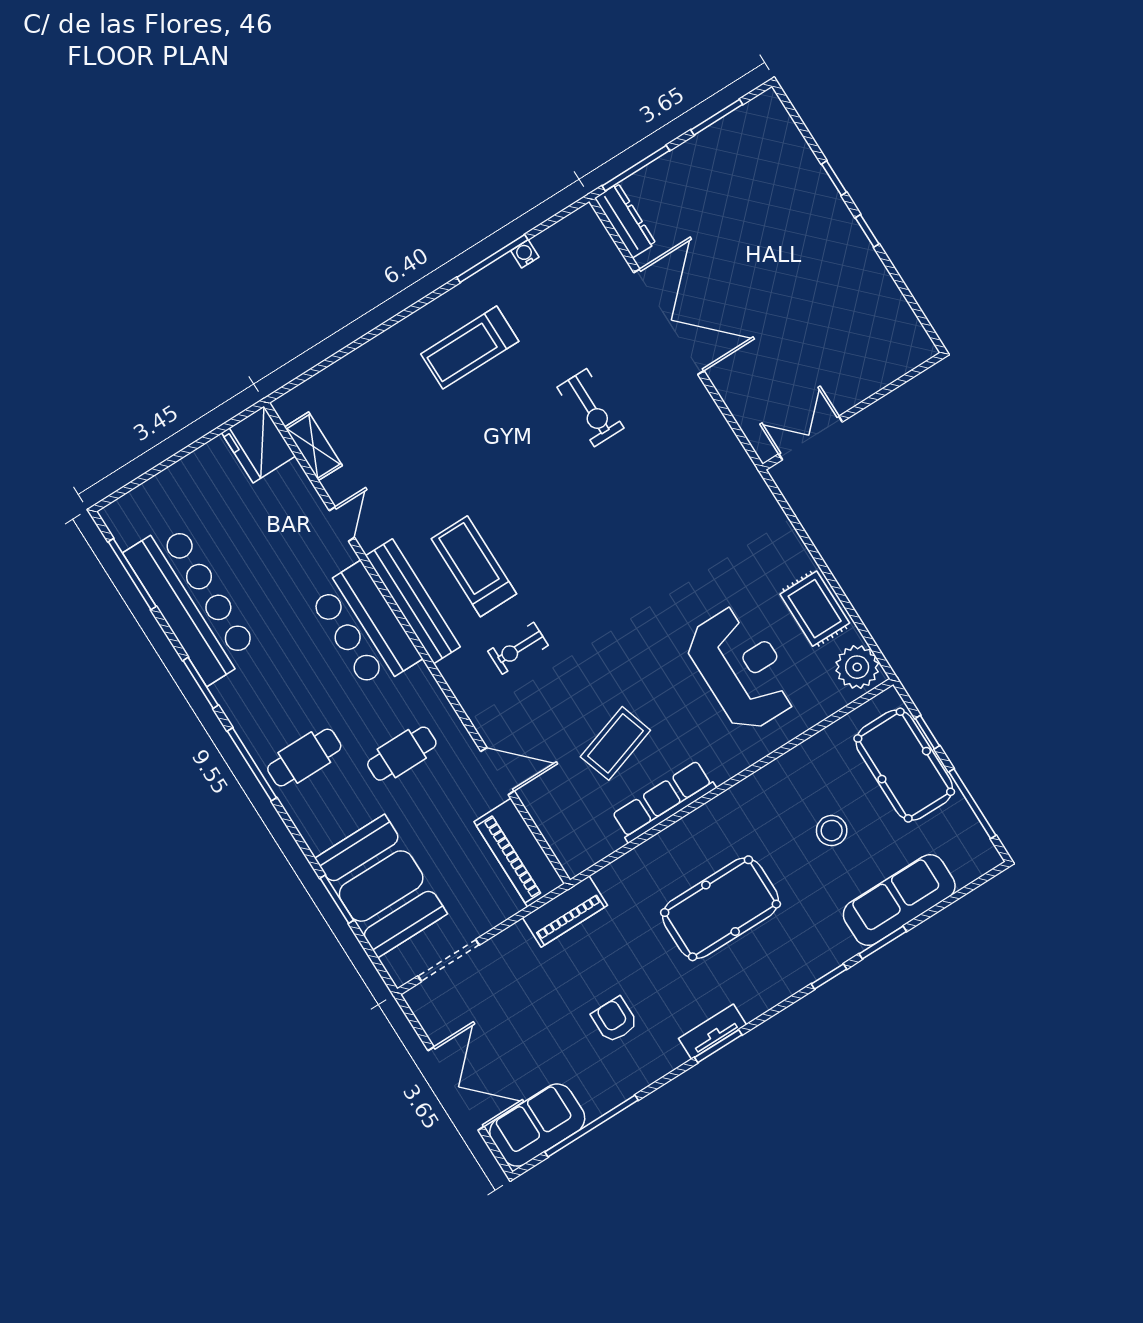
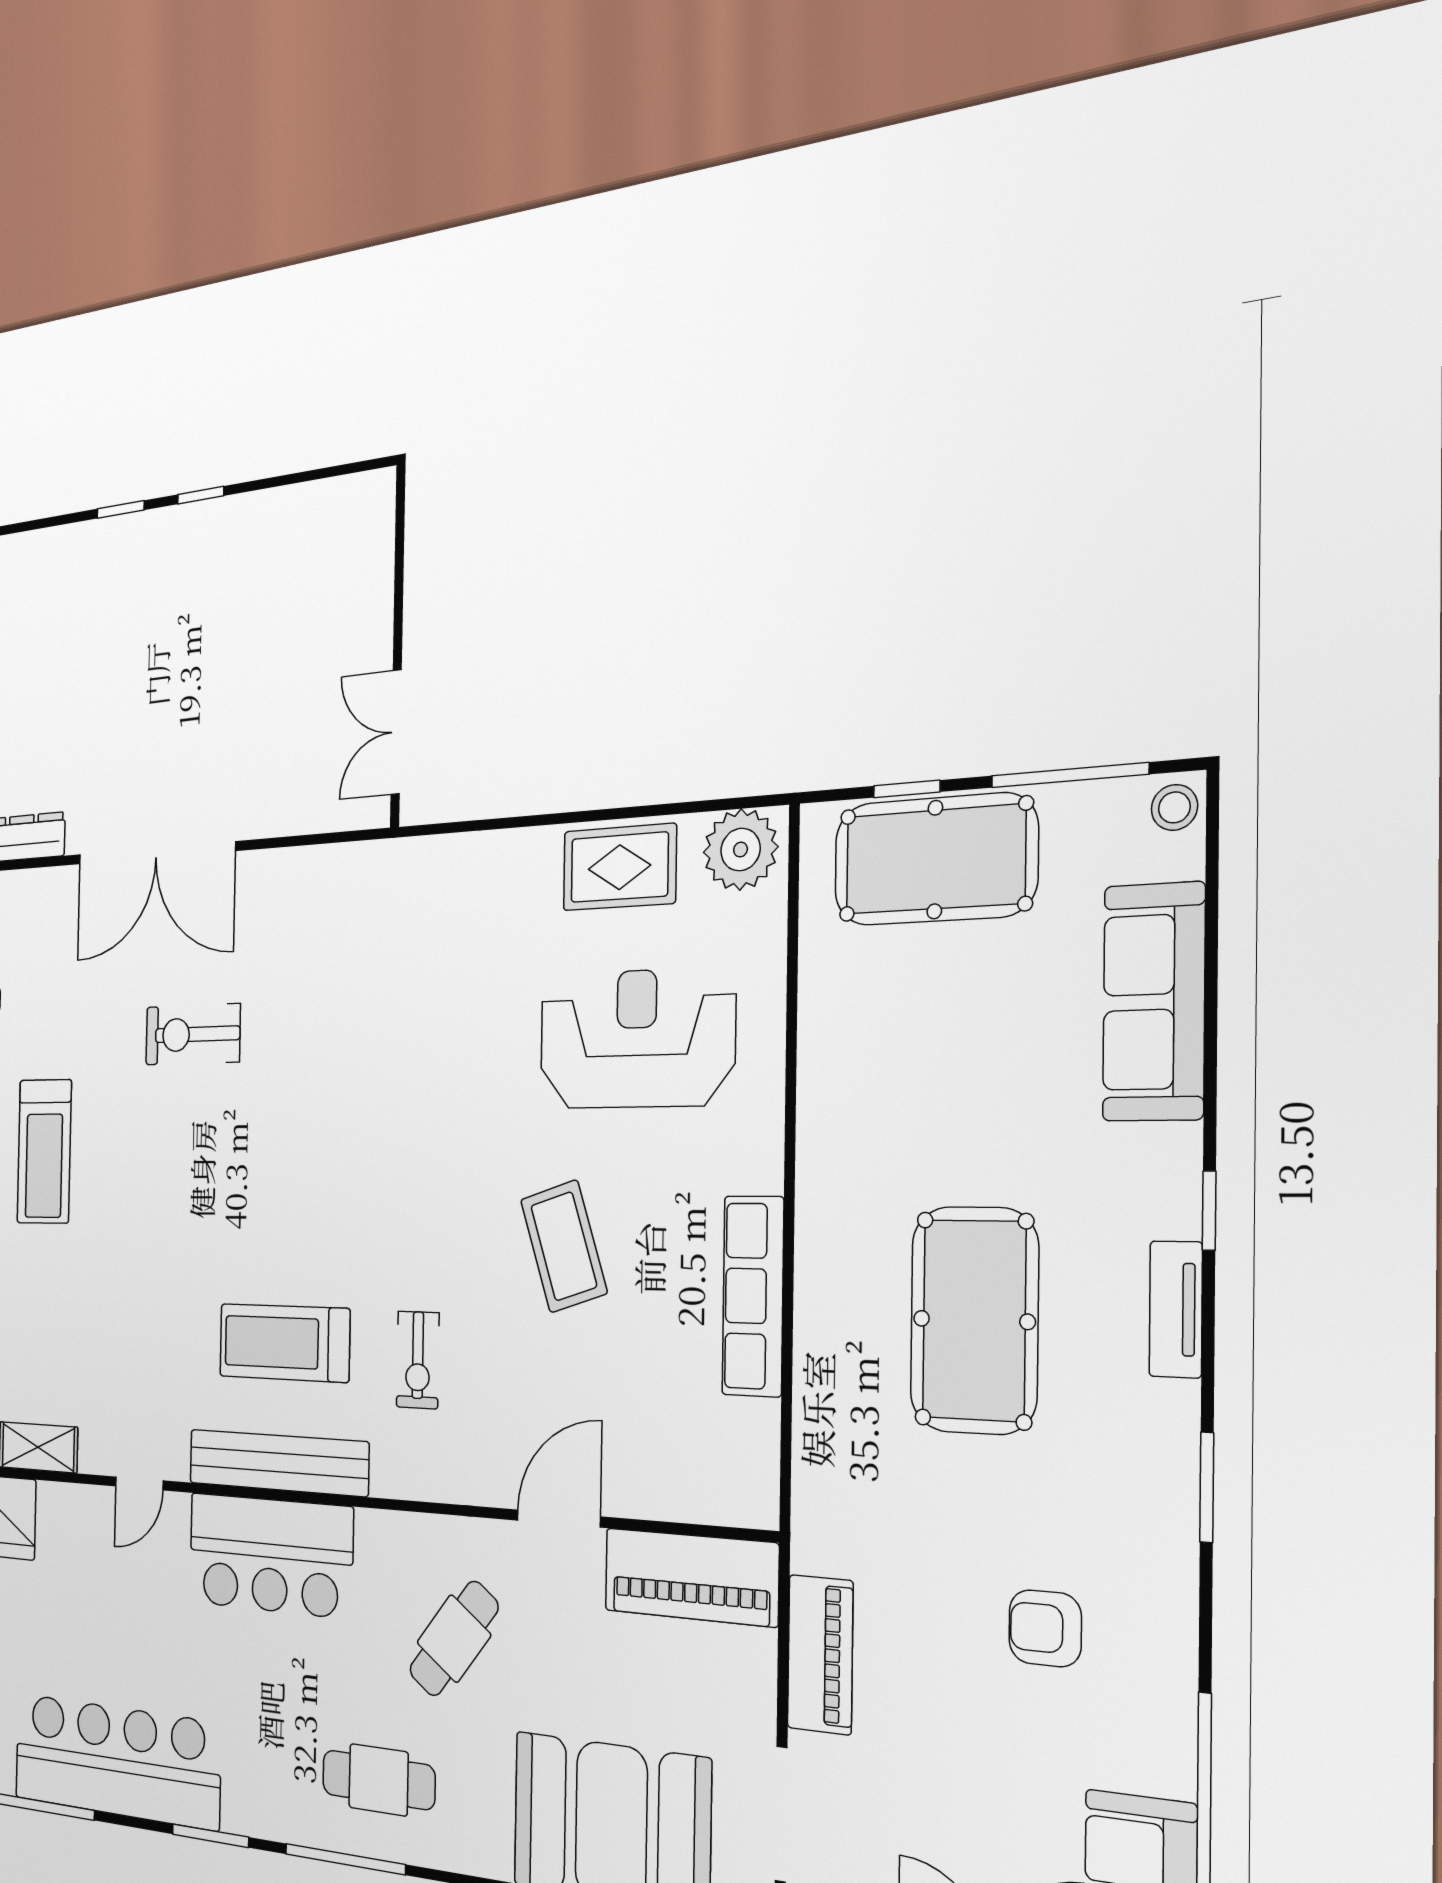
double door: (669, 322) -> (156, 853), swing flipped
exercise bike: (591, 408) -> (193, 1034), turned 180
door: (342, 524) -> (139, 1483), swing flipped
coffee table: (615, 743) -> (564, 1246), moved
cafe table: (402, 754) -> (454, 1639), turned 37
cafe table: (304, 758) -> (379, 1780), turned 90
stool: (832, 831) -> (1174, 807), moved, width x0.73, depth x0.73
piano: (565, 911) -> (820, 1654), moved
window: (883, 943) -> (1210, 1077), removed
tv unit: (712, 1032) -> (1176, 1309), moved

